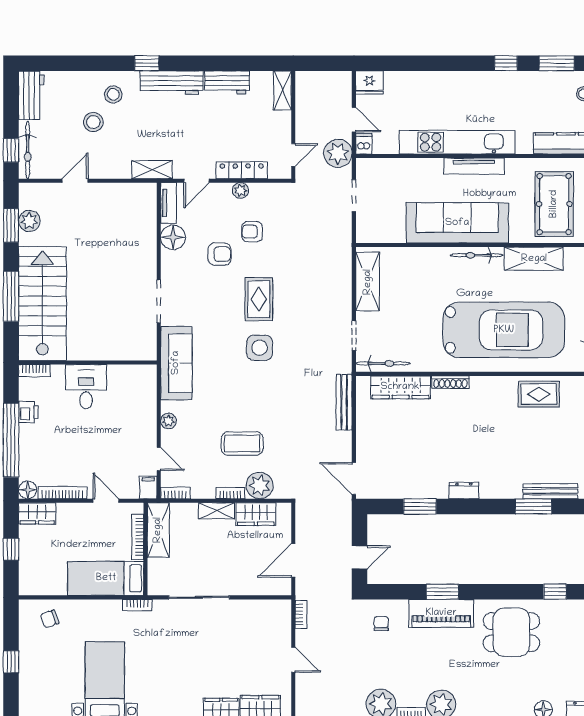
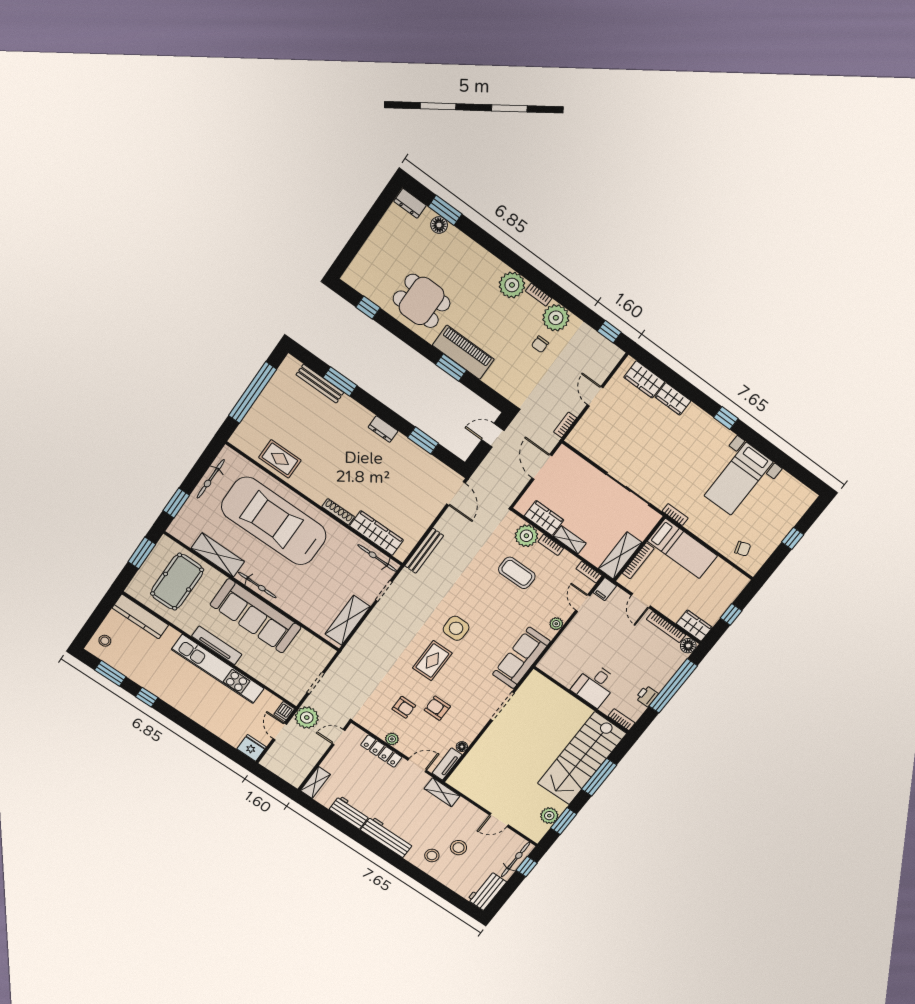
window: (147, 63) -> (395, 860), removed
floor lamp: (173, 237) -> (462, 747), width x0.53, depth x0.53
door: (293, 560) -> (542, 467), swing flipped
chair: (381, 623) -> (540, 344), moved

